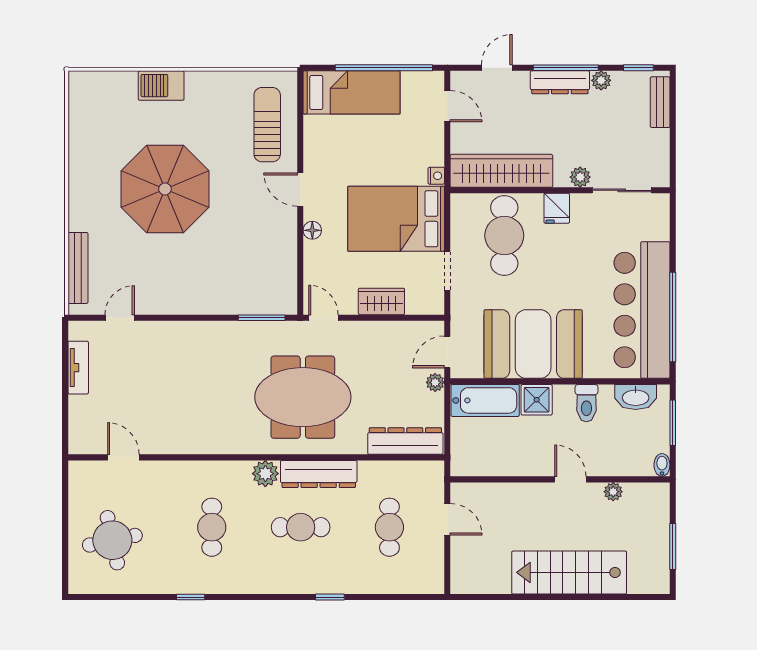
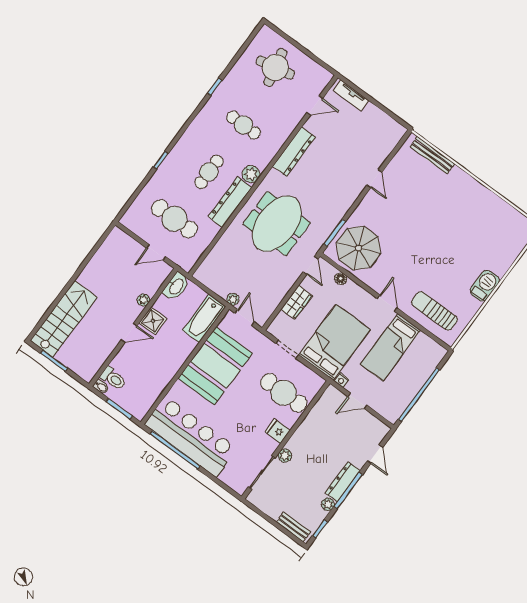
barbecue: (161, 86) -> (485, 286), moved
bed: (352, 92) -> (390, 347), moved
door: (447, 106) -> (357, 401), moved
sun lounger: (267, 125) -> (434, 311), turned 180
wardrobe: (501, 171) -> (319, 416), removed
parasol: (165, 189) -> (359, 248), moved, width x0.73, depth x0.73
door: (300, 190) -> (387, 303), hinge flipped
floor lamp: (312, 230) -> (341, 279), moved
door: (120, 318) -> (374, 179), moved
door: (323, 318) -> (311, 265), hinge flipped
tv unit: (78, 368) -> (351, 95), moved
washbasin: (636, 397) -> (176, 286), moved, turned 180
shower: (537, 400) -> (153, 321), moved
toilet: (586, 403) -> (113, 378), moved, turned 180
dresser: (405, 441) -> (294, 152), moved
plant: (613, 492) -> (143, 300), moved
cafe table: (389, 527) -> (174, 219), width x1.37, depth x1.35
stairs: (569, 572) -> (64, 319), moved

